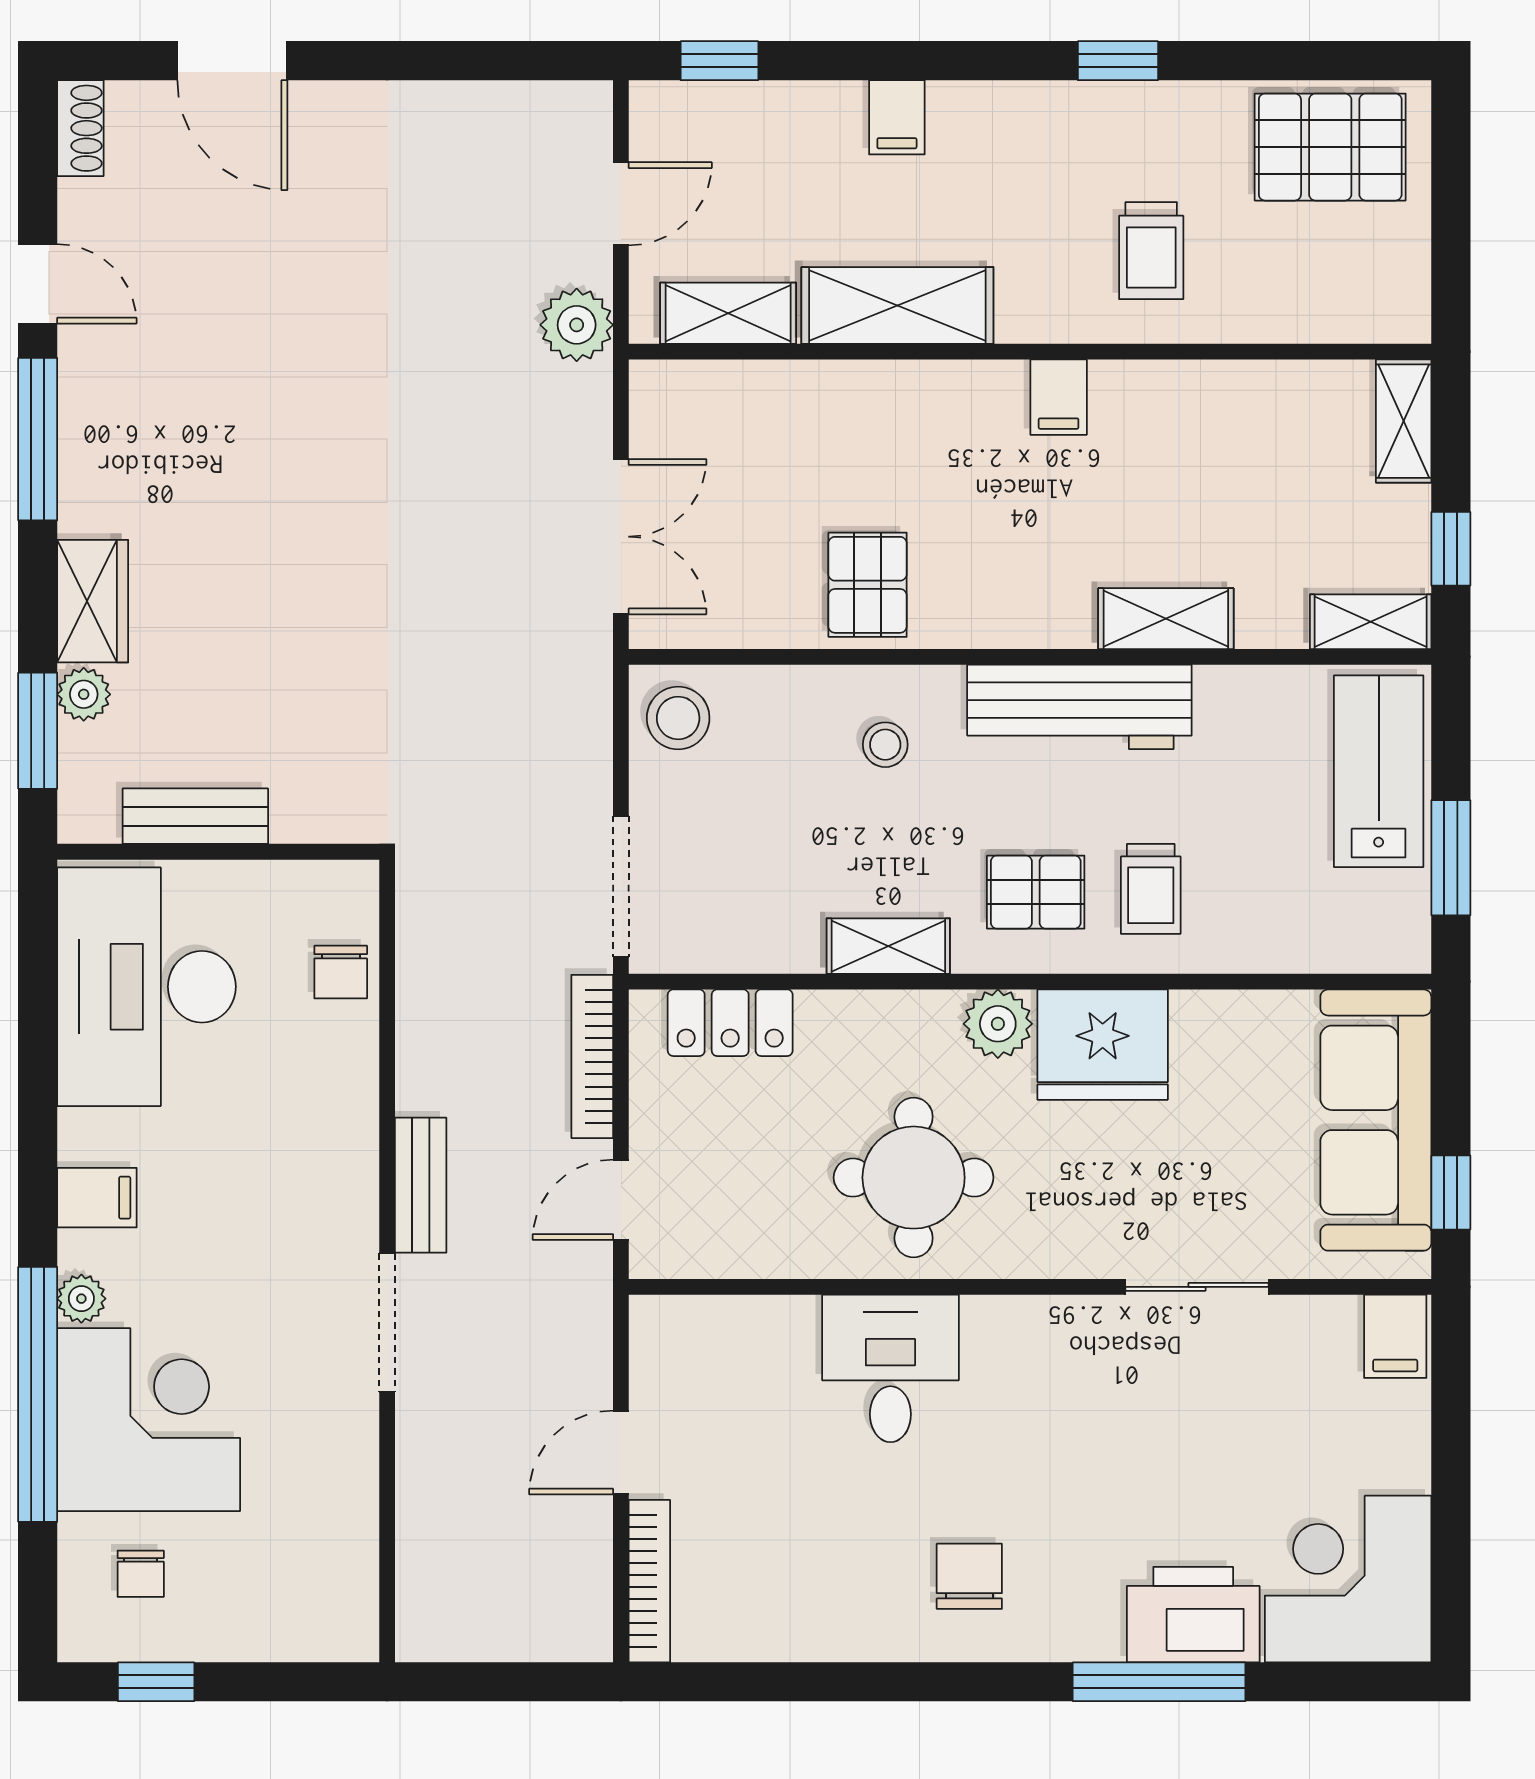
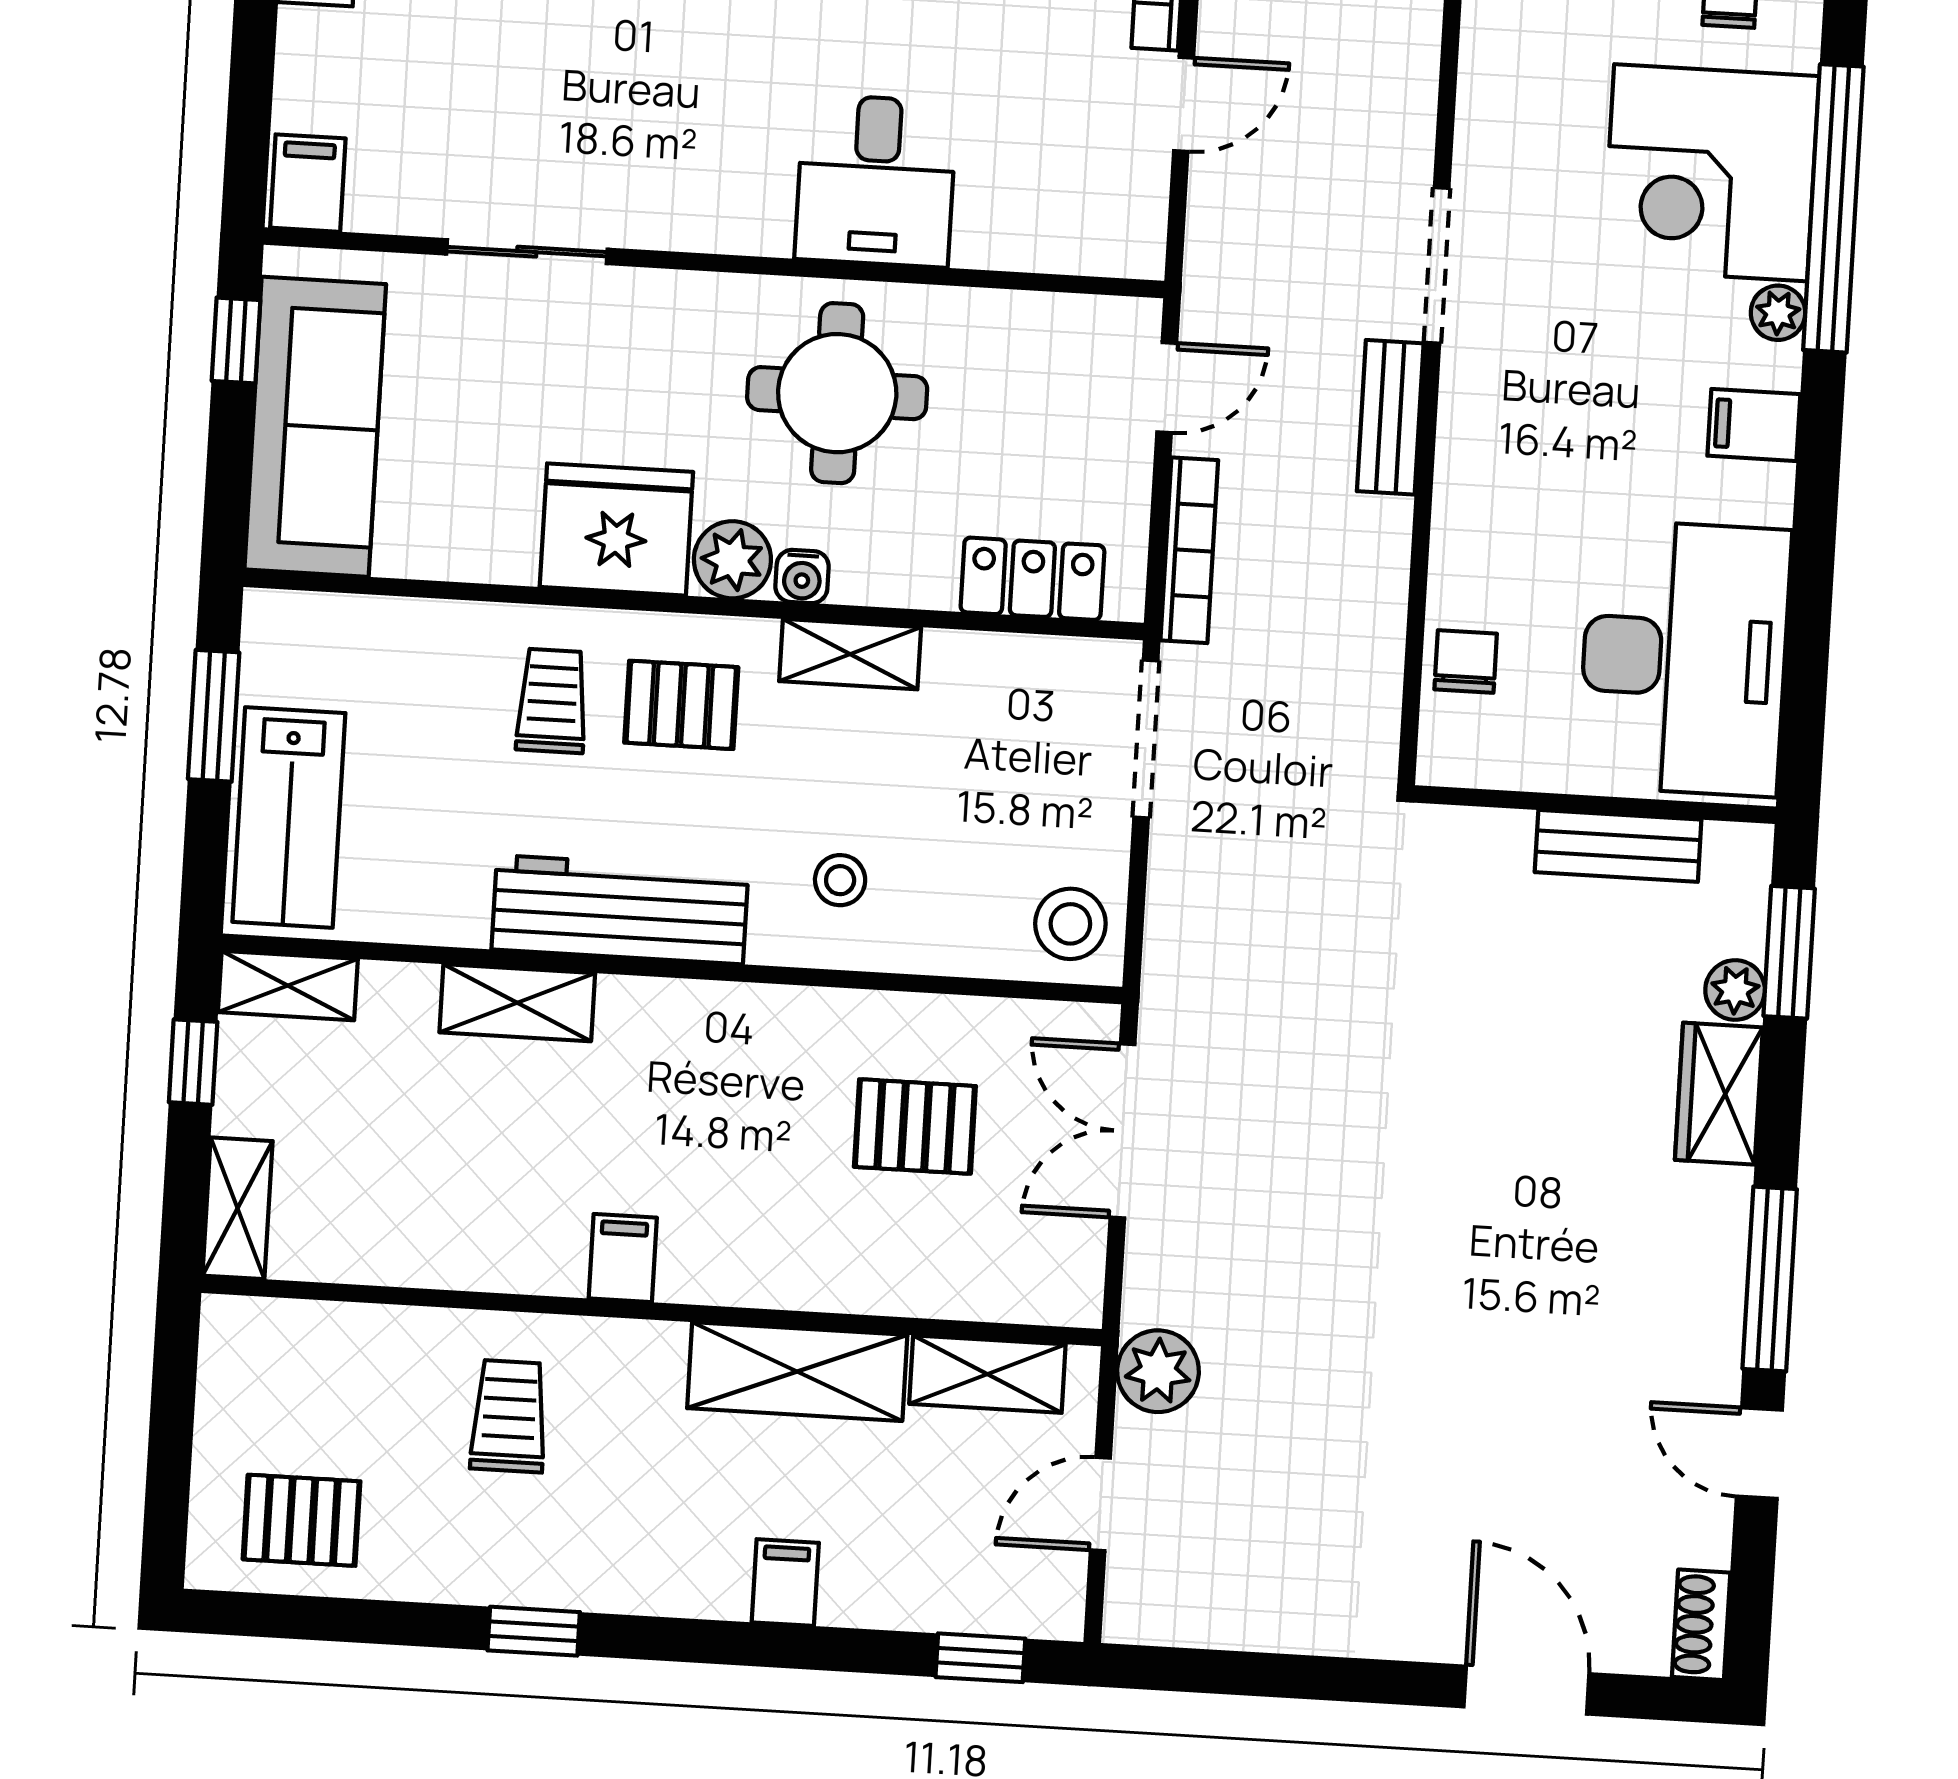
pallet: (1330, 147) -> (302, 1520), width x0.67, depth x0.71
pallet: (868, 585) -> (915, 1126), moved, turned 90
water cooler: (935, 1013) -> (802, 576), added

